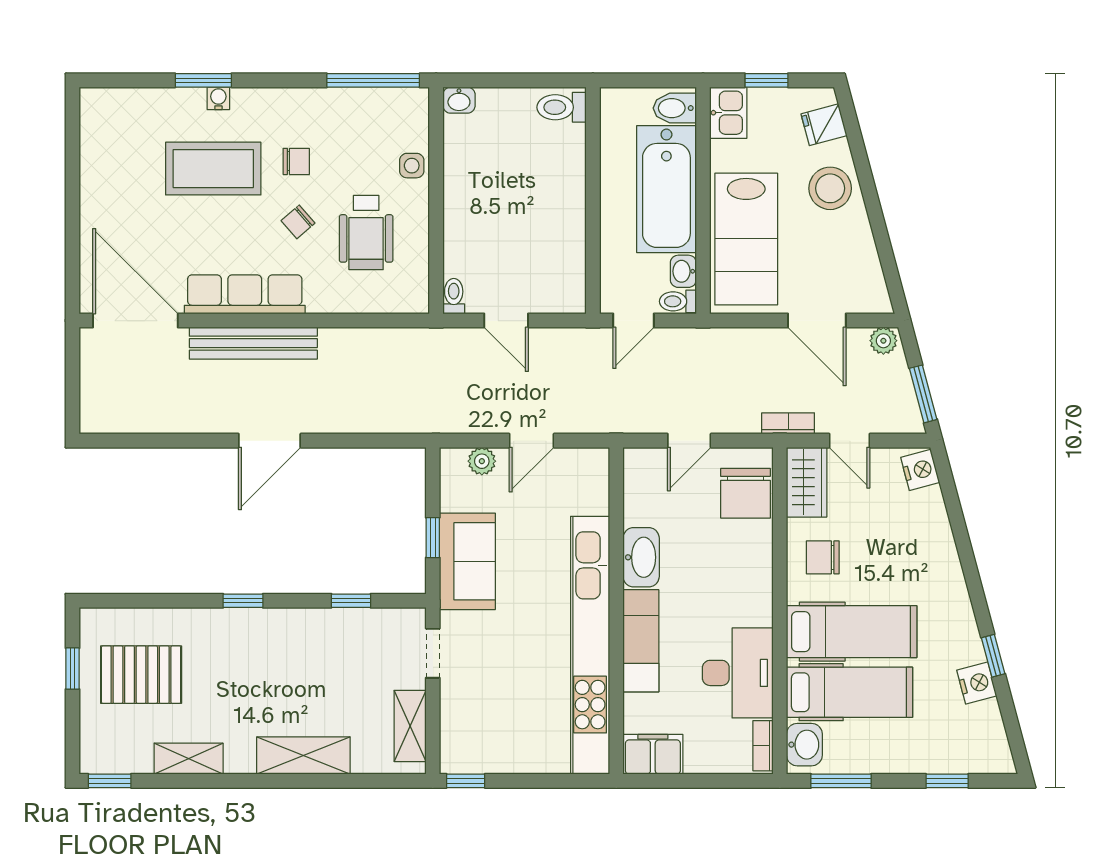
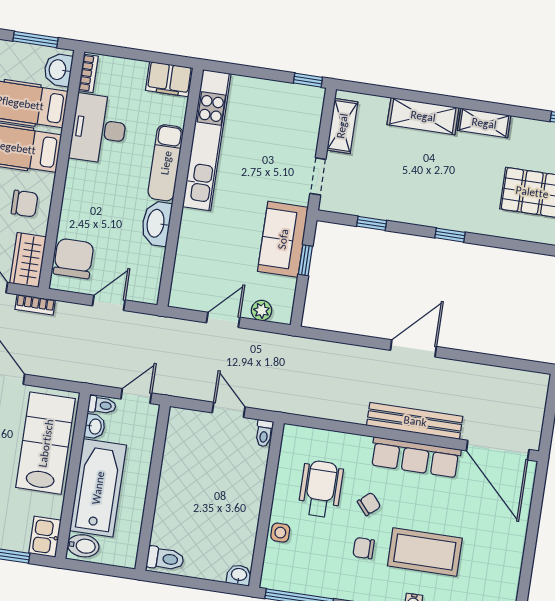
kitchen unit: (590, 645) -> (207, 140), width x0.73
shelving: (189, 759) -> (484, 123), moved

